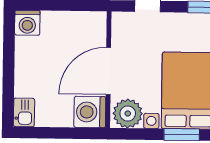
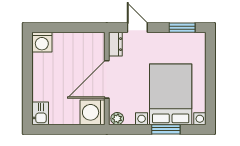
dresser: (120, 27) -> (115, 44), added
plant: (128, 114) -> (117, 119), width x0.53, depth x0.53

